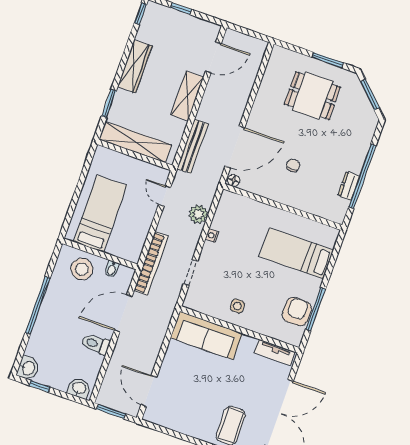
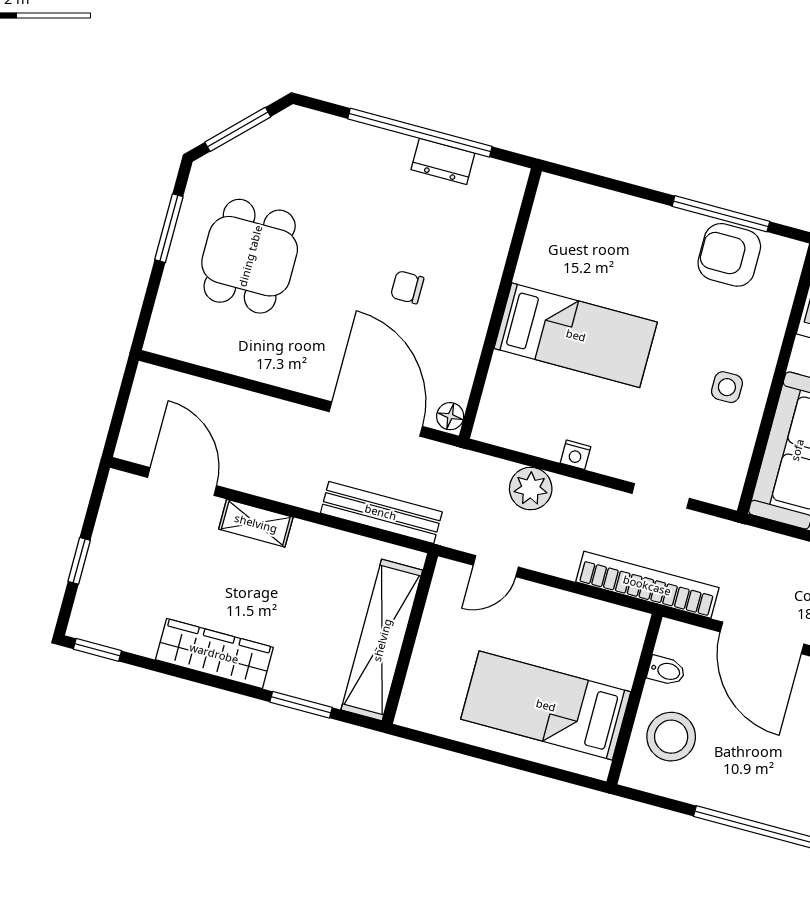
shelving: (187, 96) -> (256, 523), width x0.67, depth x0.75
bed: (296, 253) -> (576, 335), moved, turned -90

